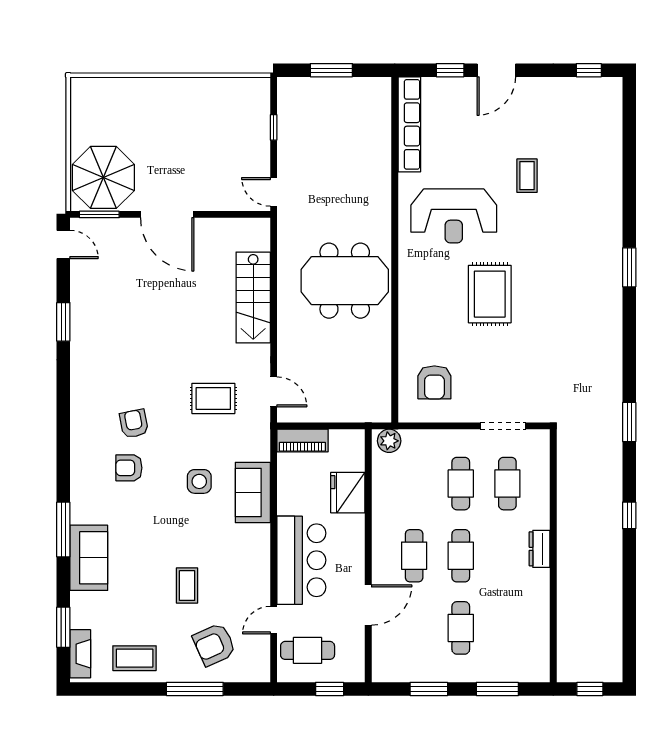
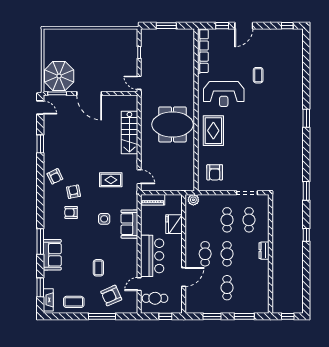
rug: (490, 294) -> (213, 131), moved
armchair: (95, 391) -> (55, 176), added

